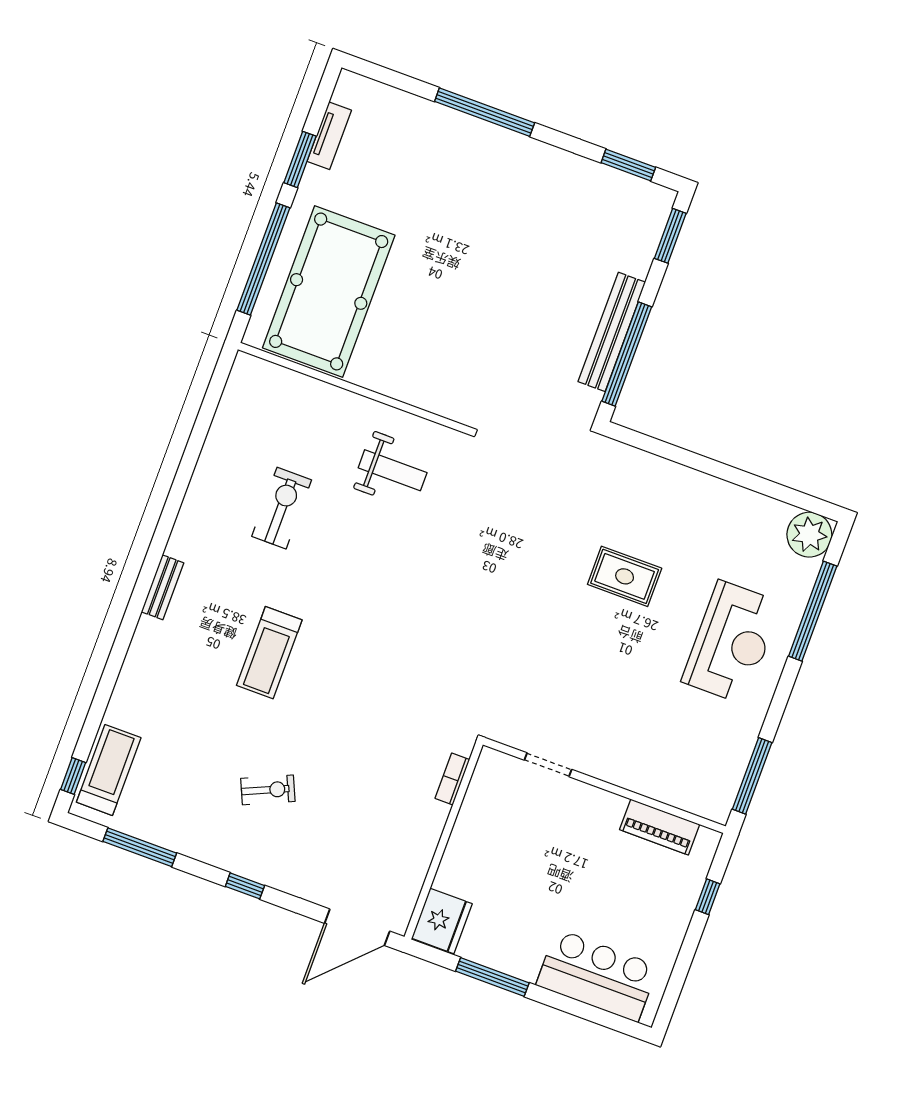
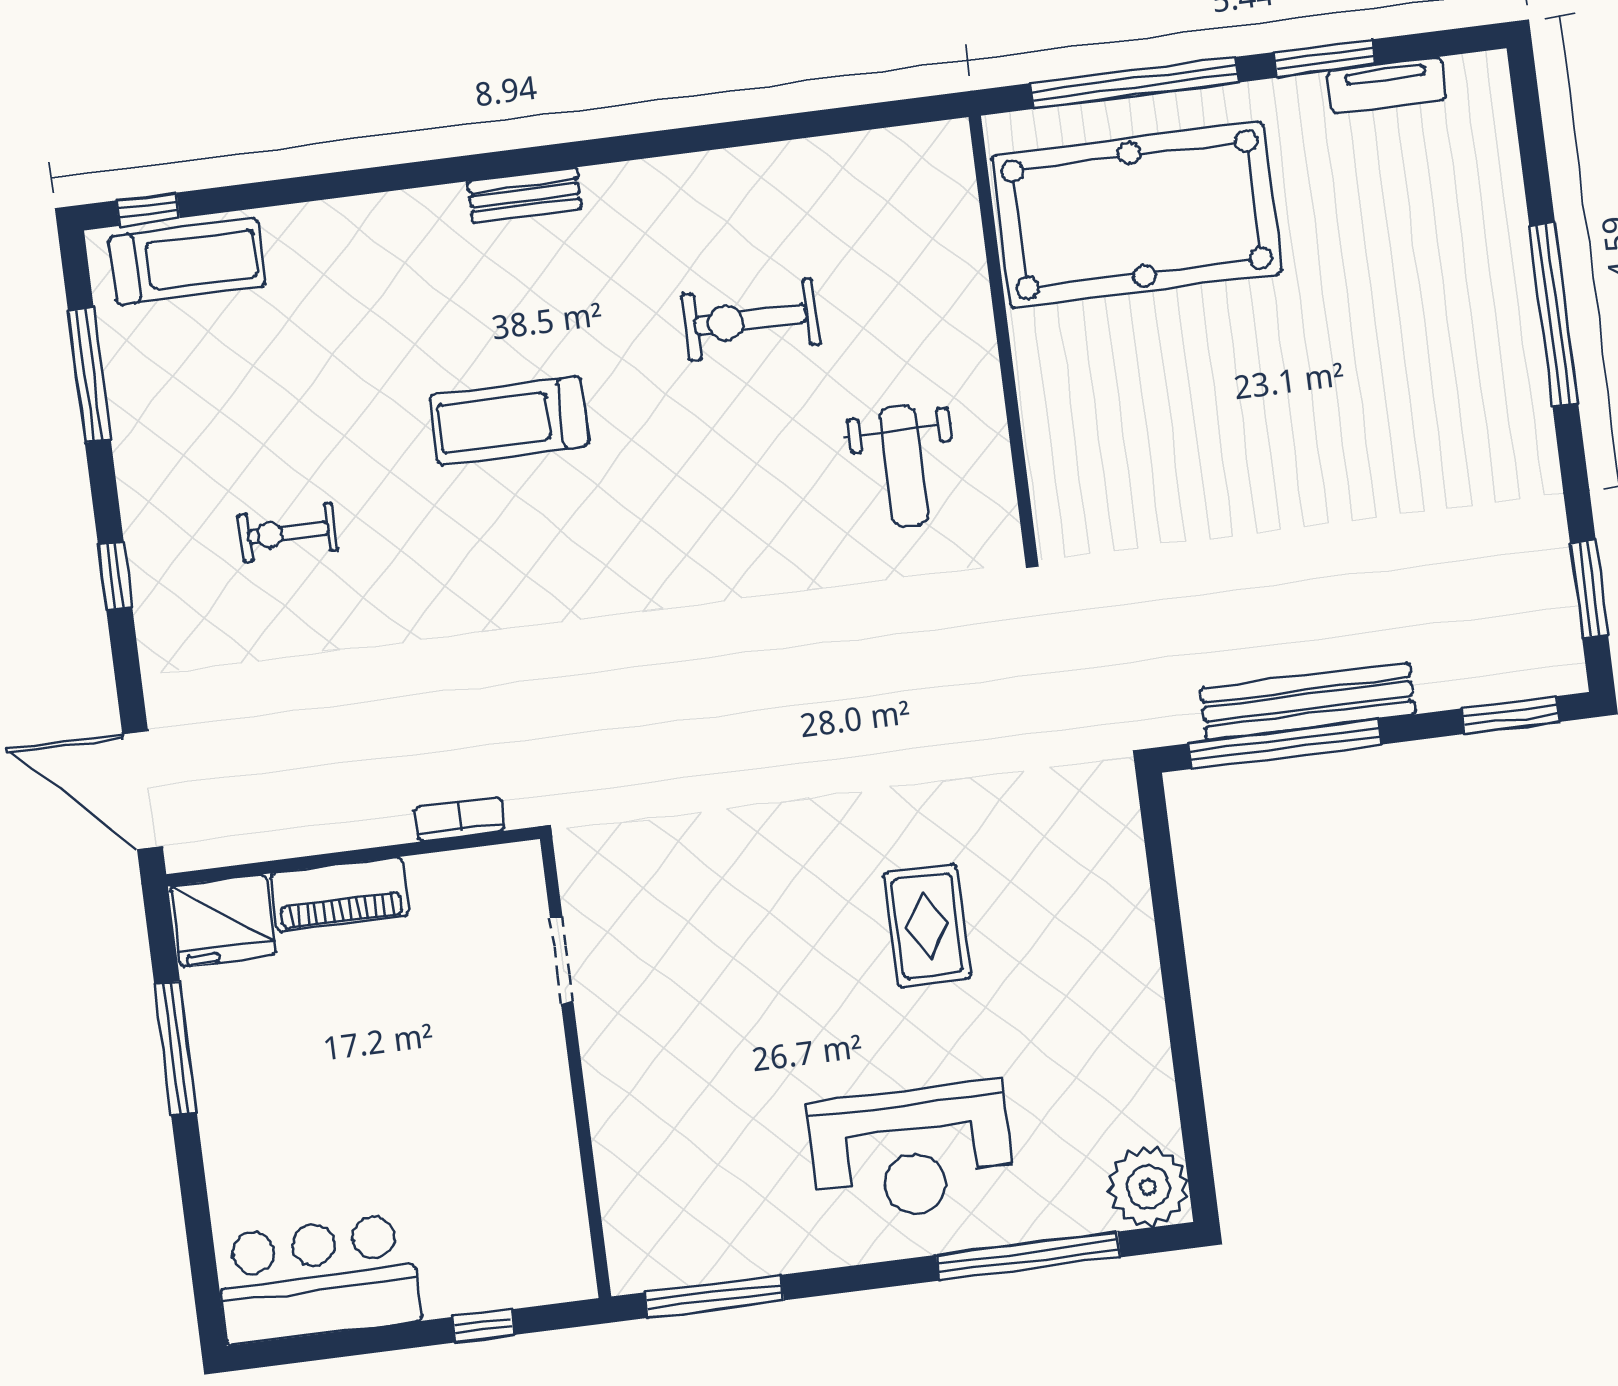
exercise bike: (282, 508) -> (751, 320), turned 180
exercise bike: (268, 790) -> (288, 533), turned 114
piano: (660, 827) -> (339, 894), moved, turned -90
bar counter: (597, 976) -> (318, 1279), moved, turned -90

